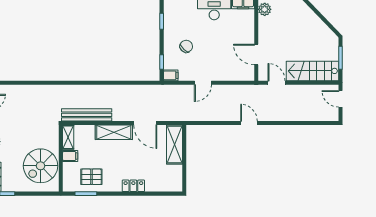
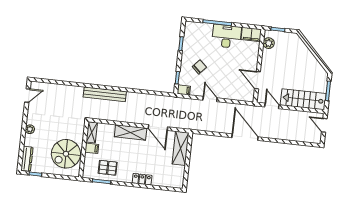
door: (203, 83) -> (210, 99), swing flipped
bench: (87, 115) -> (105, 94), moved
door: (249, 123) -> (245, 137), width x1.87

